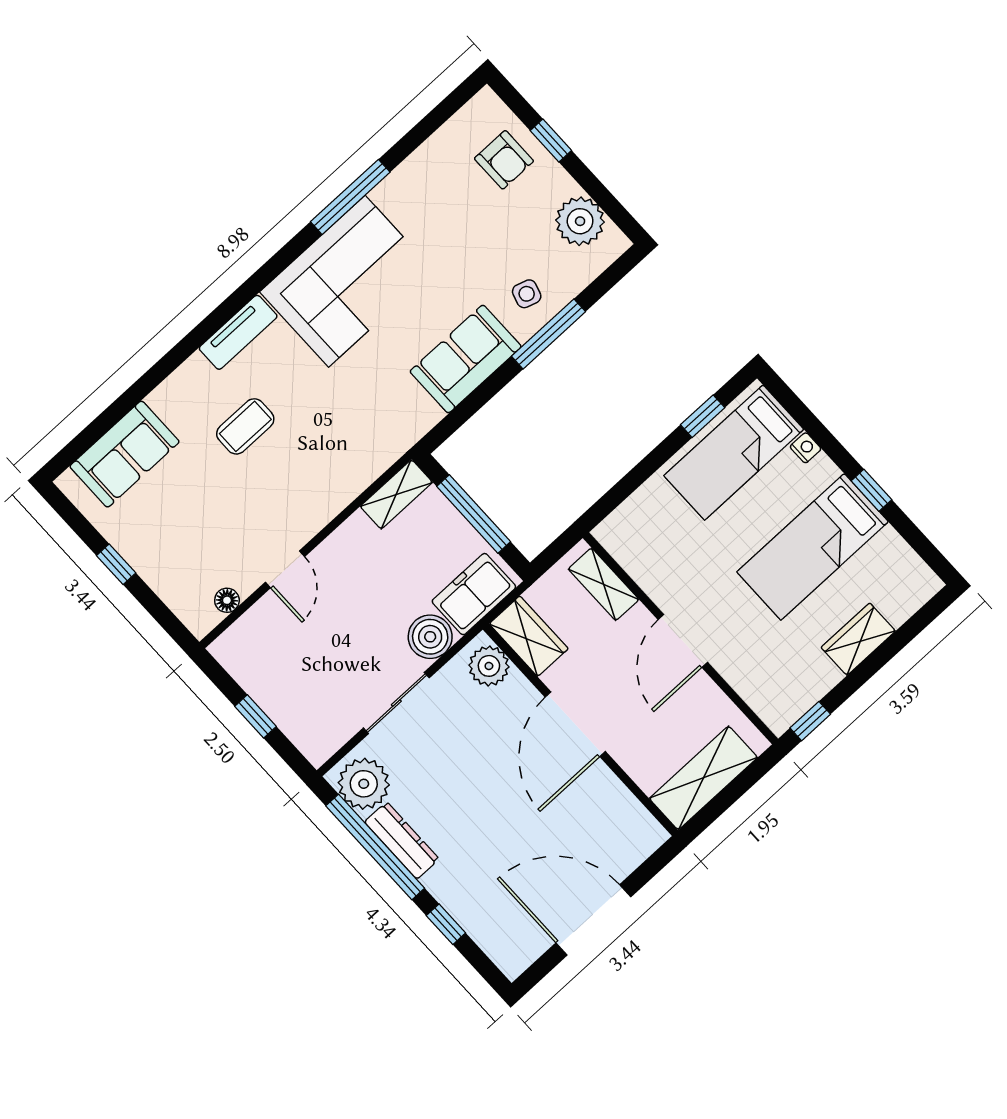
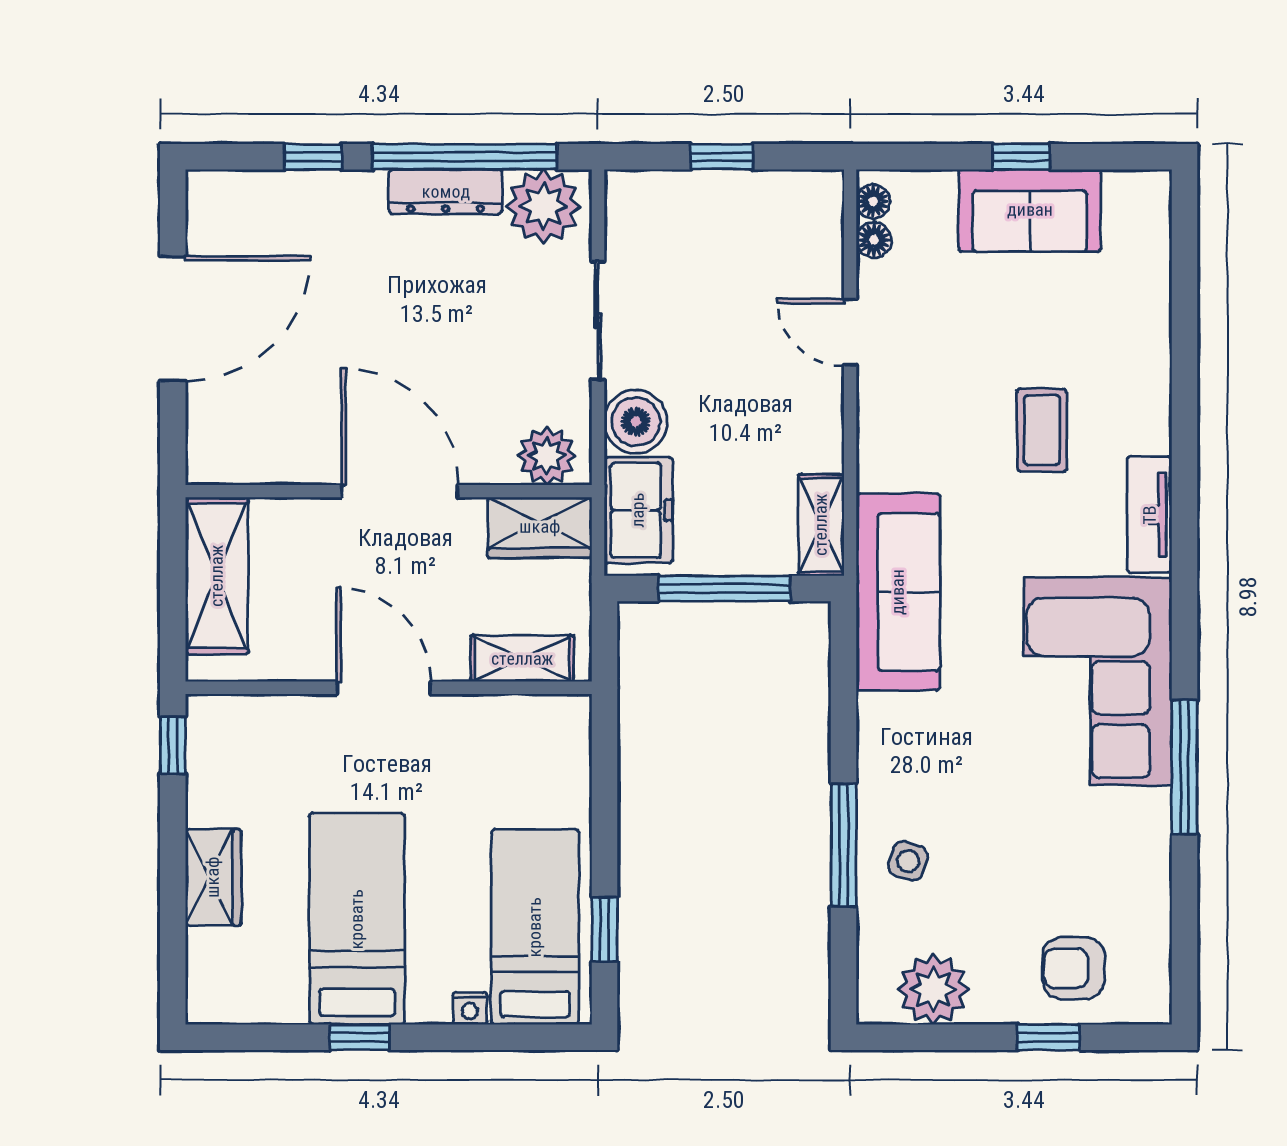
sofa: (466, 359) -> (898, 592), moved, width x1.36
sofa: (124, 454) -> (1030, 210), moved, turned -90
floor lamp: (208, 619) -> (873, 201), added

